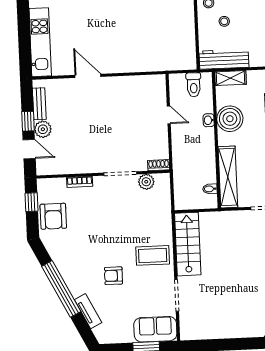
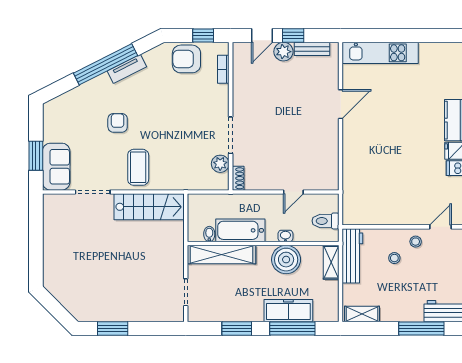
bathtub: (205, 161) -> (240, 230), added
bookcase: (80, 182) -> (223, 69), moved
tv unit: (88, 311) -> (127, 69), moved

